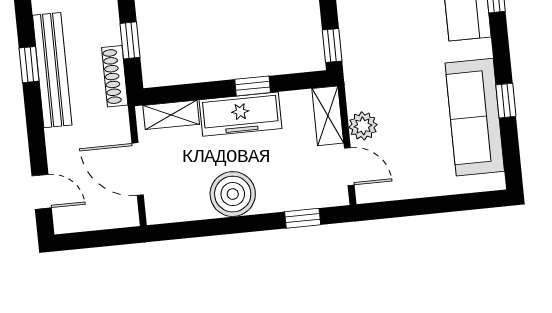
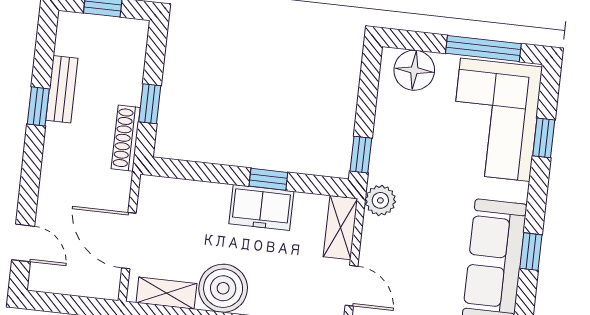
bench: (52, 70) -> (62, 89), width x0.54, depth x0.82
freezer: (240, 114) -> (261, 207), width x0.71
shelving: (171, 115) -> (166, 293), moved
plant: (363, 126) -> (380, 200), moved

